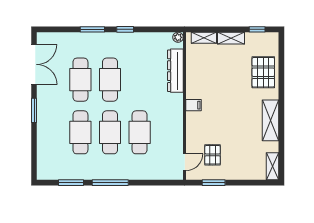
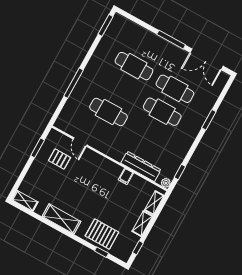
window: (125, 29) -> (180, 172), moved
window: (281, 63) -> (102, 252), added
filing cabinet: (194, 105) -> (126, 176), moved
window: (34, 110) -> (171, 40), width x1.44
cafe table: (110, 132) -> (121, 89), removed
door: (185, 162) -> (80, 142), moved
window: (71, 183) -> (105, 25), moved
window: (110, 183) -> (73, 83), moved

